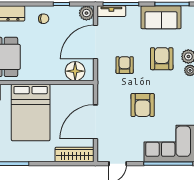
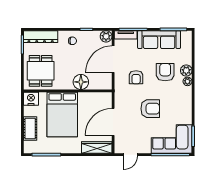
sofa: (161, 17) -> (159, 40), width x1.36
armchair: (125, 65) -> (136, 77), turned 180
floor lamp: (75, 71) -> (81, 82), moved
armchair: (143, 105) -> (150, 109), turned -90

